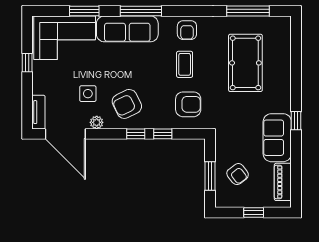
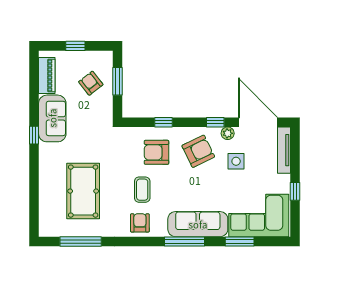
armchair: (188, 104) -> (156, 152), moved
tv unit: (38, 112) -> (284, 150), width x1.41
window: (136, 134) -> (215, 122), moved

